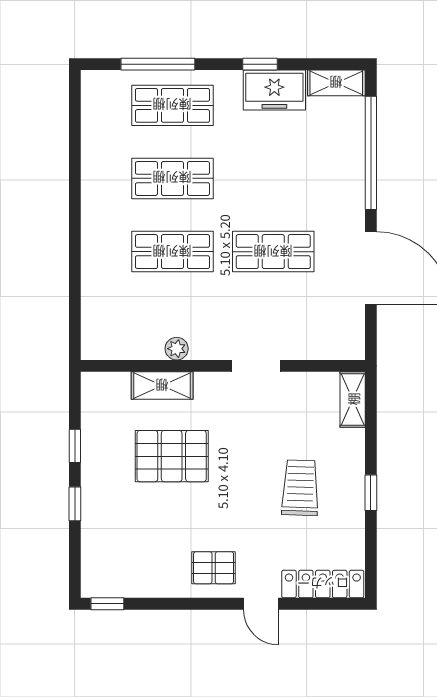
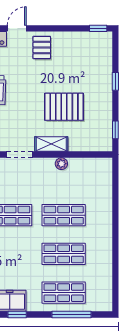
shelving: (162, 386) -> (51, 144), moved
window: (75, 446) -> (115, 130), moved
pallet: (214, 568) -> (42, 48), turned 90
door: (261, 604) -> (17, 28), hinge flipped

